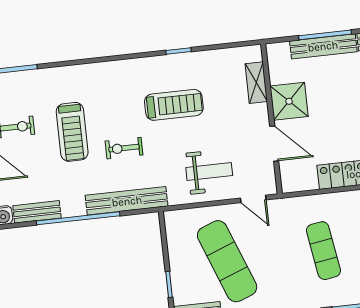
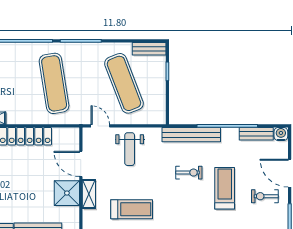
shelving: (256, 83) -> (89, 194), moved
treadmill: (174, 105) -> (132, 209), moved, turned 180
weight bench: (209, 171) -> (130, 149), turned -90
exercise mat: (323, 251) -> (54, 83), width x1.36, depth x1.45

